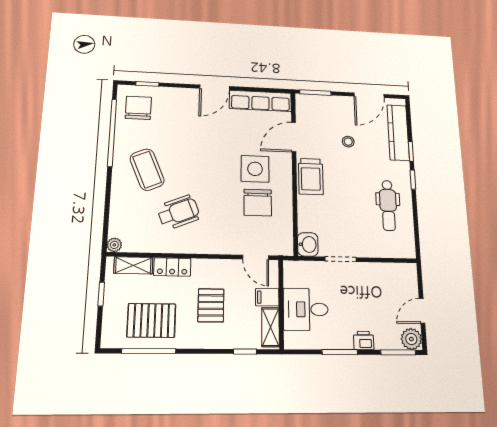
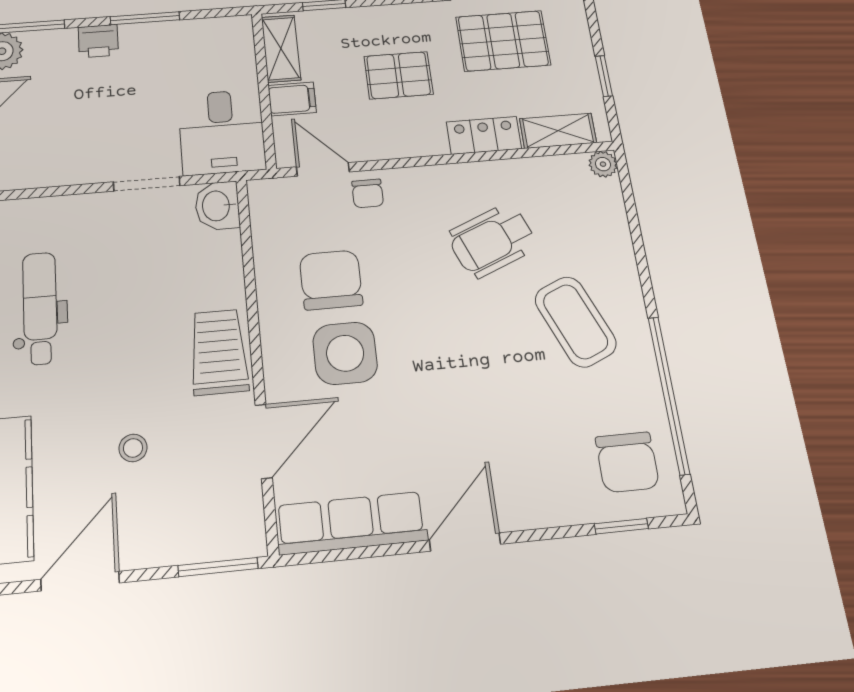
chair: (235, 243) -> (368, 193), added
pallet: (211, 305) -> (399, 75), turned 90
desk: (306, 309) -> (222, 132), moved, turned 90

